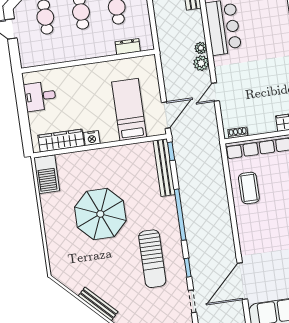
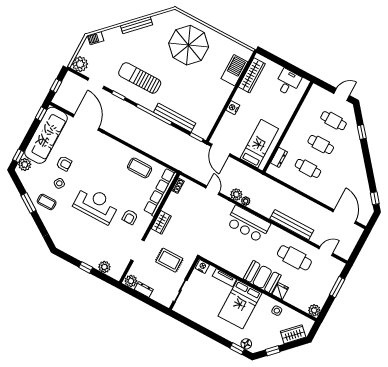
bed: (129, 110) -> (259, 144), moved, turned -90
nightstand: (92, 138) -> (233, 108), moved
bench: (164, 168) -> (175, 118), moved
barbecue: (47, 174) -> (234, 70), moved, turned 90
parasol: (100, 214) -> (189, 45), moved

